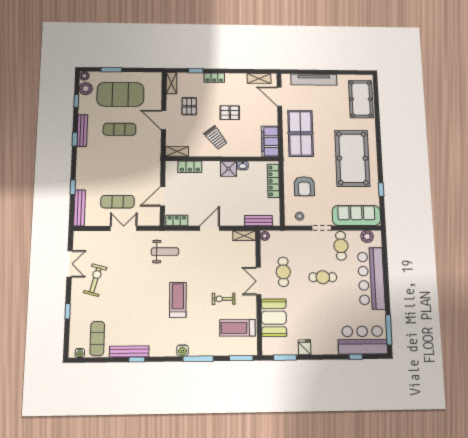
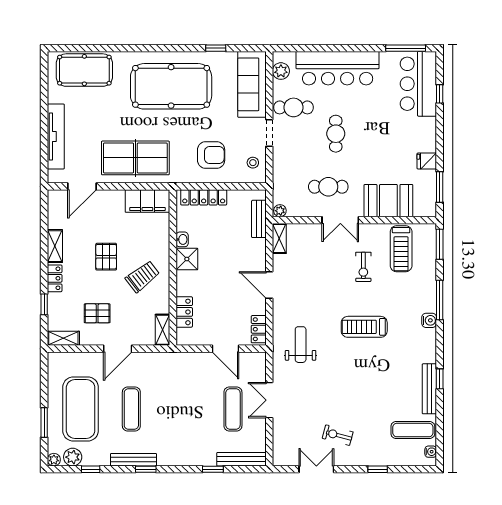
shelving: (259, 78) -> (55, 246), moved
exercise bike: (95, 280) -> (338, 435), width x0.73, depth x0.72

